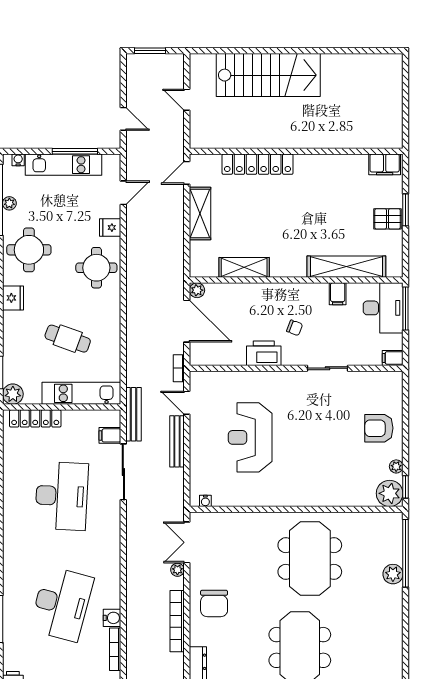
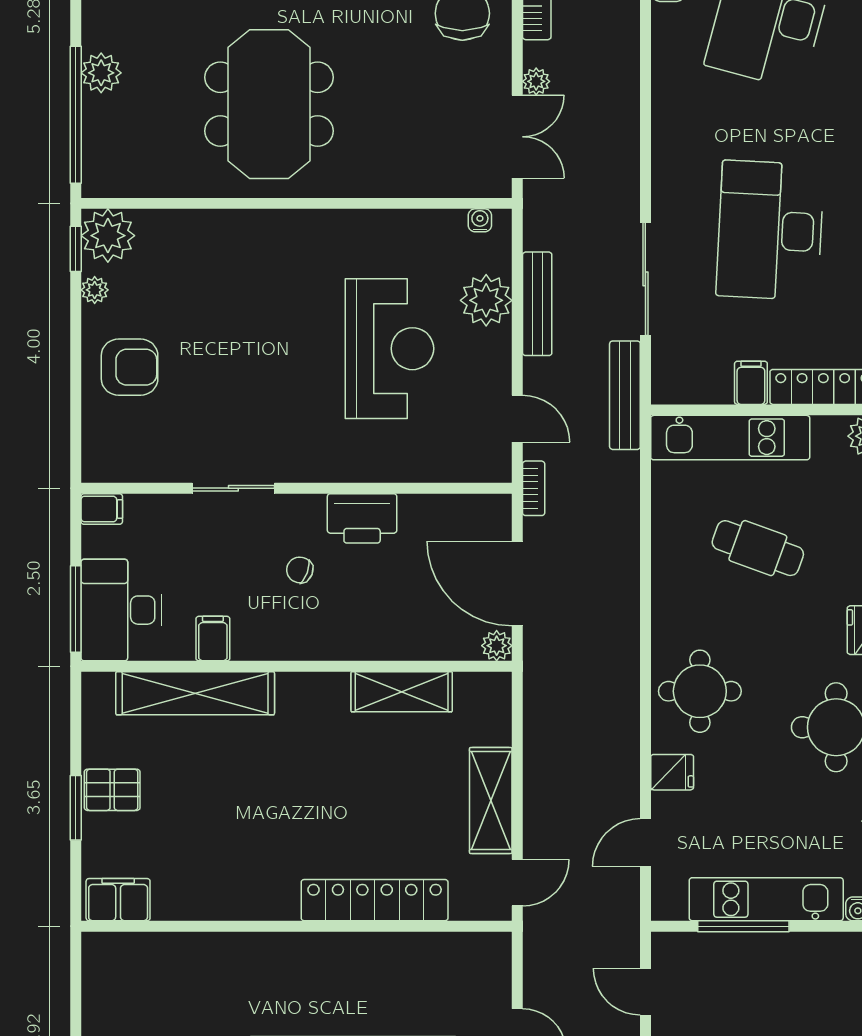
filing cabinet: (110, 435) -> (751, 383), moved, turned -90
bench: (177, 441) -> (537, 304), moved
plant: (202, 461) -> (486, 300), added

